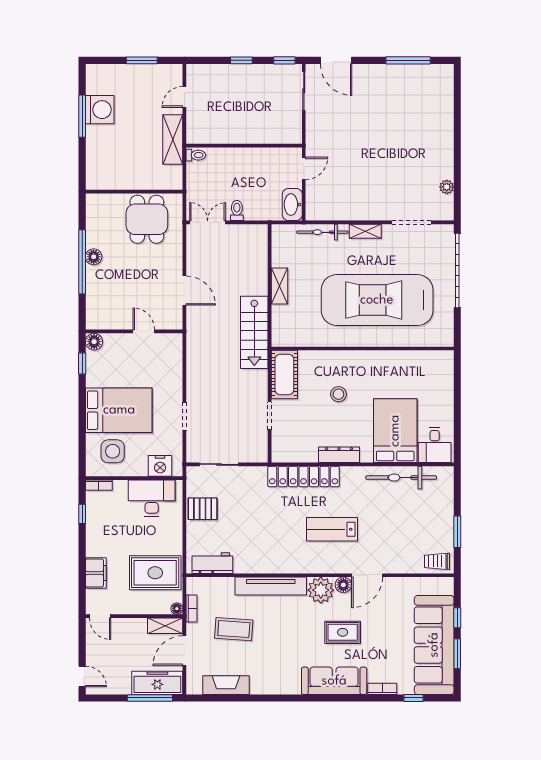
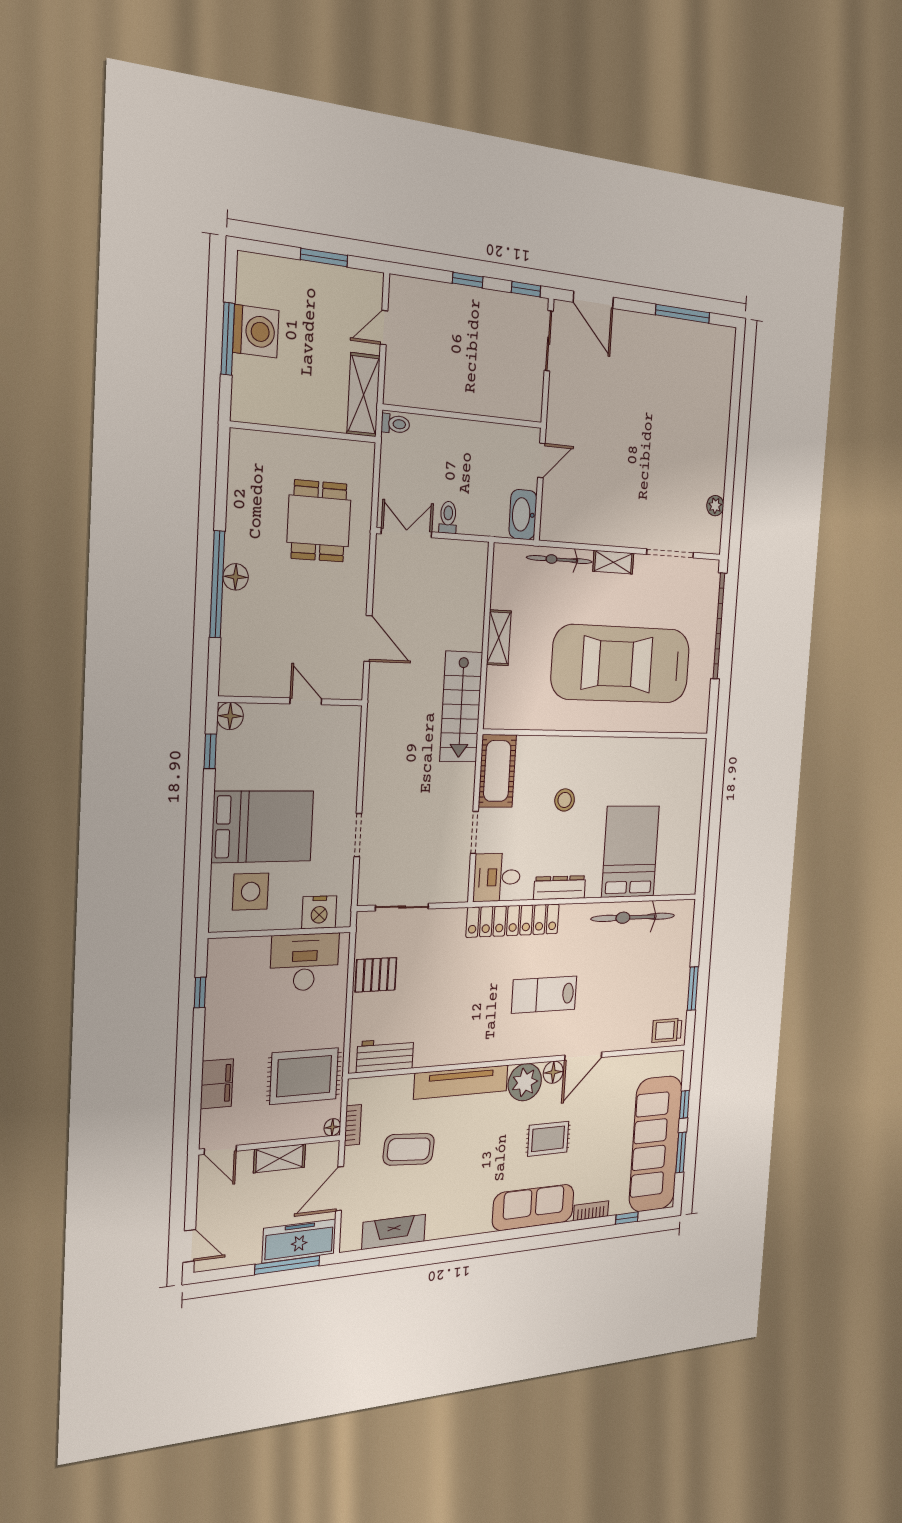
wall: (134, 192) -> (304, 432), moved
desk: (435, 445) -> (497, 877), moved, turned 90
bookcase: (99, 485) -> (227, 946), removed
shelving: (165, 626) -> (280, 1158), moved

